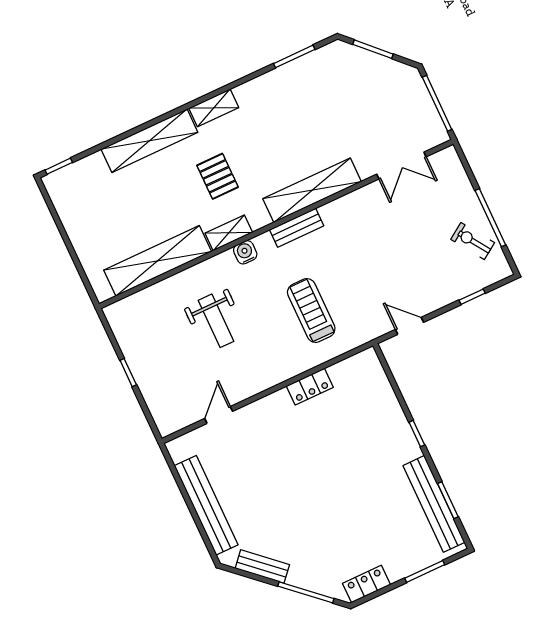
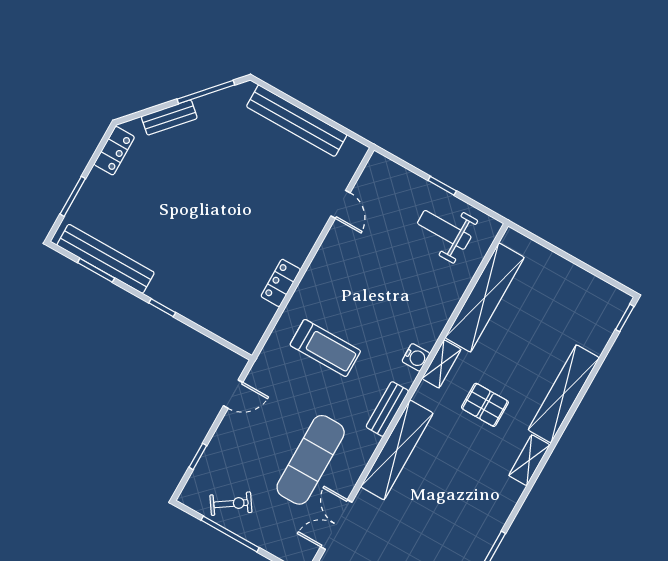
exercise mat: (386, 231) -> (311, 460), added
weight bench: (216, 321) -> (444, 230), moved
bench: (262, 566) -> (169, 117), moved
window: (306, 592) -> (206, 92), moved

